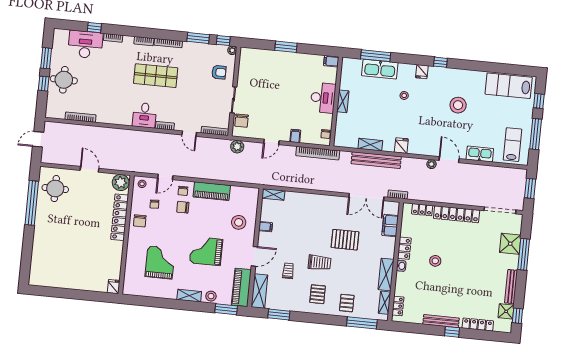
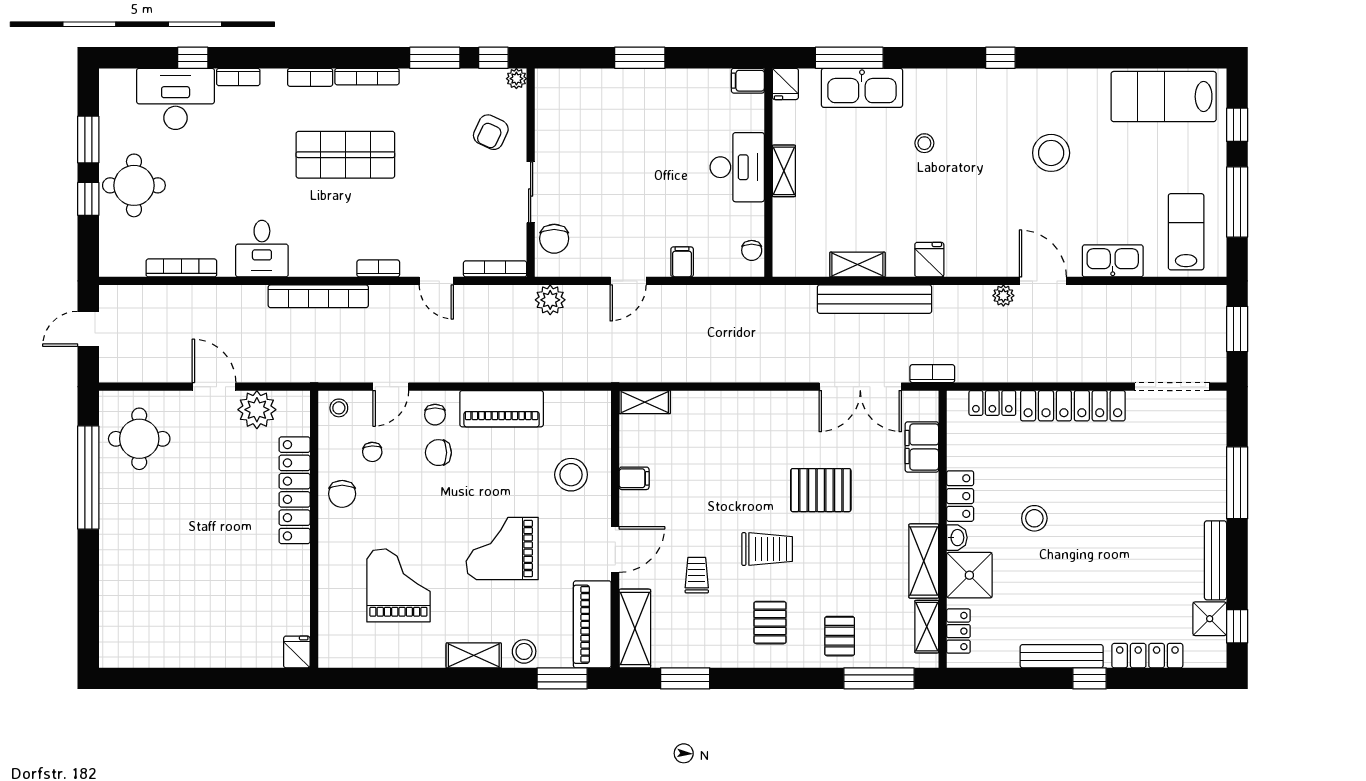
armchair: (219, 72) -> (491, 132), turned 115
fridge: (422, 72) -> (785, 84), moved
desk: (144, 115) -> (262, 249), moved
bookcase: (318, 153) -> (318, 296), moved
plant: (121, 182) -> (257, 410), moved
shower: (510, 244) -> (969, 575), moved

